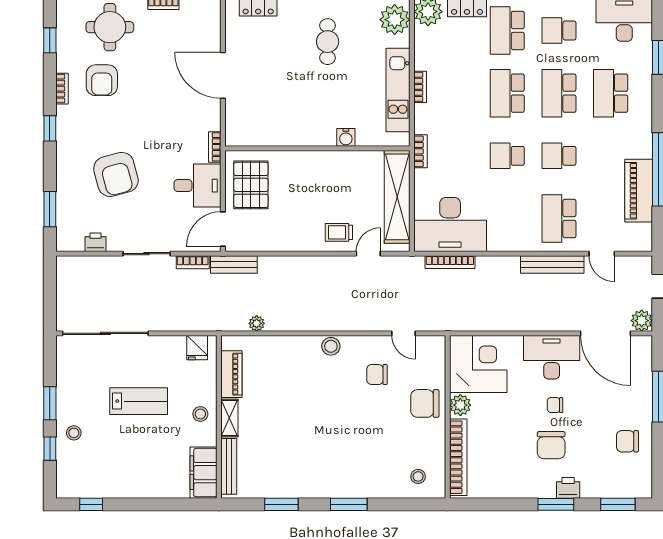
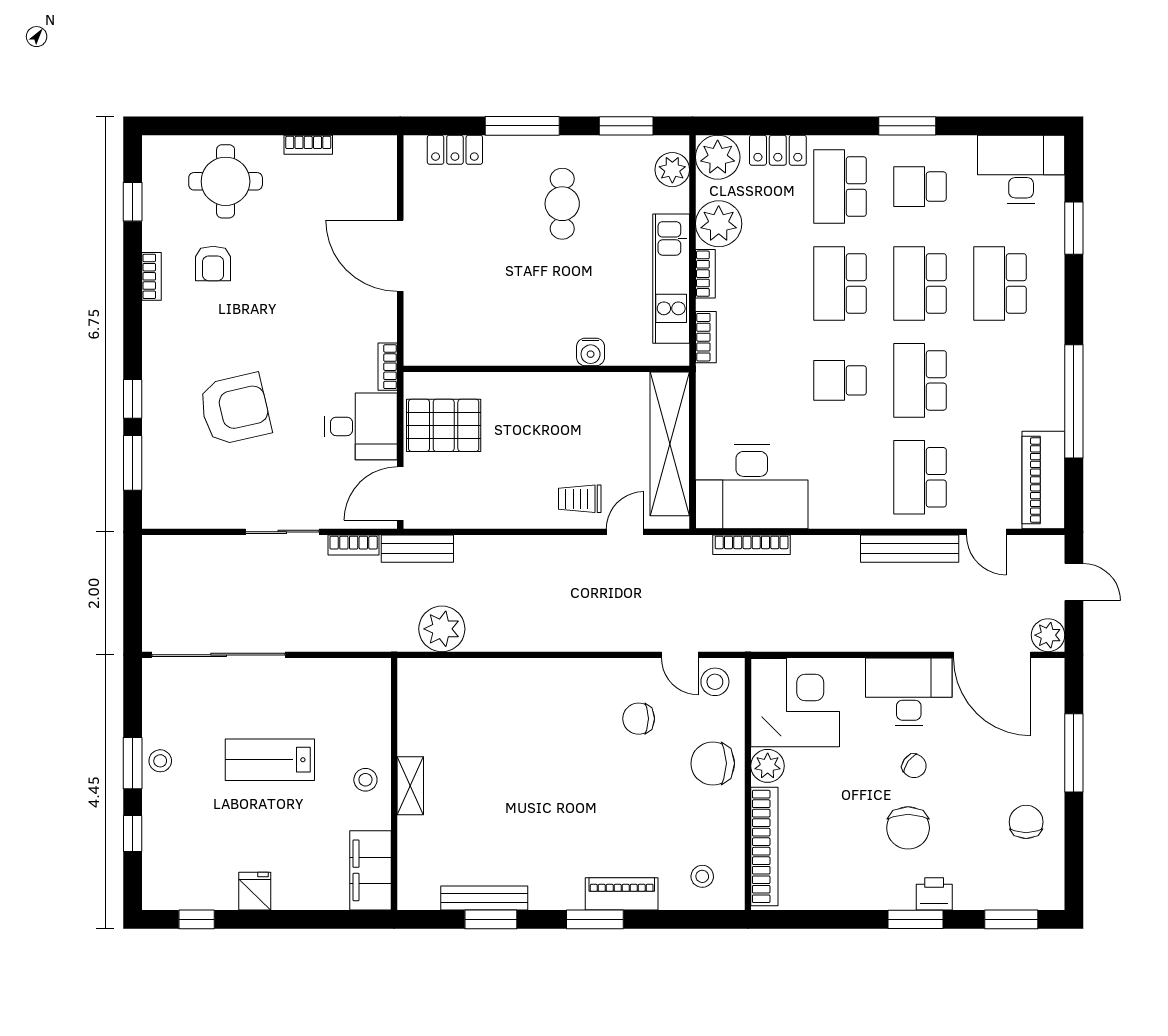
plant: (395, 20) -> (672, 170), width x0.73, depth x0.73
plant: (429, 55) -> (719, 224), added
armchair: (102, 80) -> (213, 263), width x0.72, depth x0.72
window: (50, 128) -> (133, 399), moved
bookcase: (420, 151) -> (706, 337), moved
school desk: (559, 156) -> (920, 380), width x1.85
armchair: (116, 174) -> (235, 409), turned -88
pallet: (251, 185) -> (444, 425), turned 90
piano: (639, 191) -> (1043, 480), moved
printer: (95, 242) -> (203, 514), removed
plant: (257, 323) -> (442, 629), width x1.88, depth x1.88
stool: (331, 346) -> (715, 682), moved
fridge: (197, 348) -> (255, 891), moved, turned 180
piano: (231, 374) -> (622, 894), moved, turned -90
lab bench: (139, 401) -> (270, 760), turned 180
chair: (555, 405) -> (914, 766), turned -144
stool: (74, 433) -> (160, 761), moved
chair: (627, 441) -> (1026, 822), turned 90
bench: (229, 466) -> (484, 898), moved, turned 90

